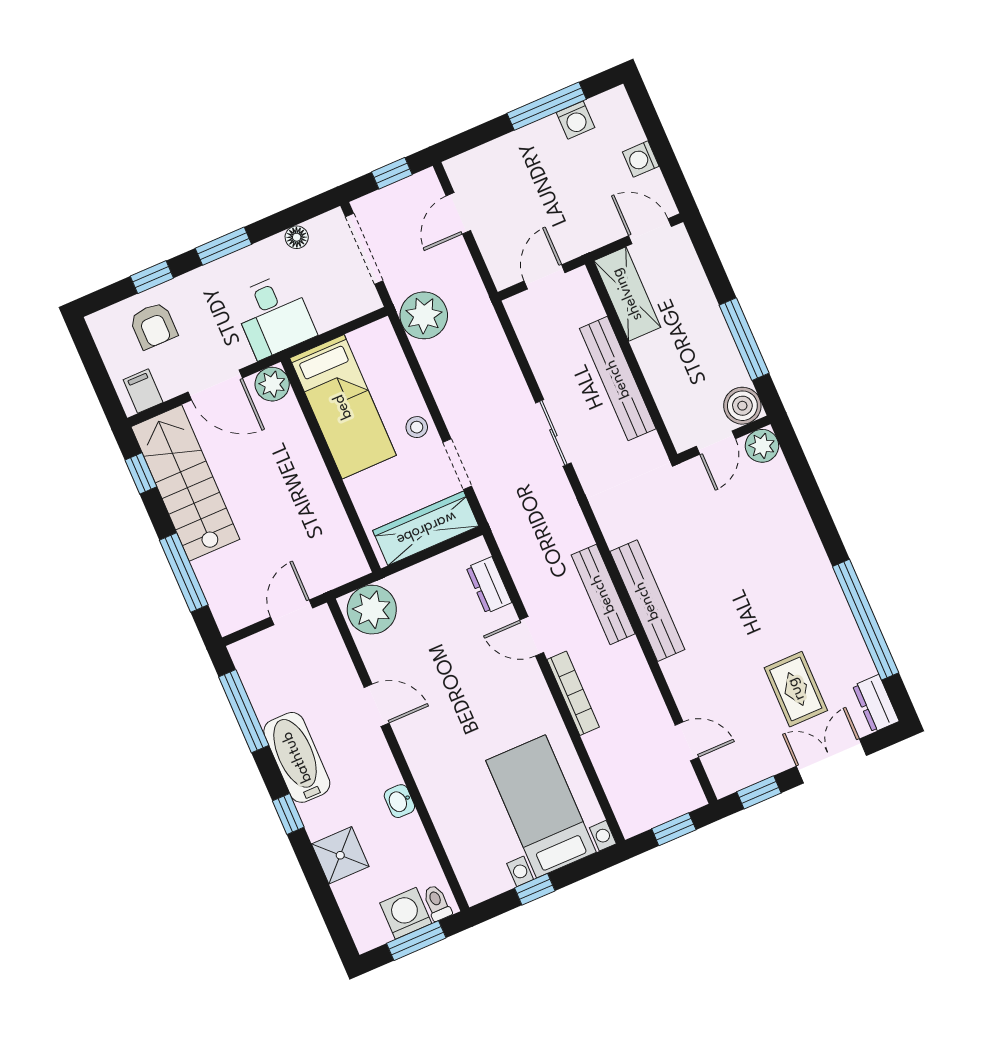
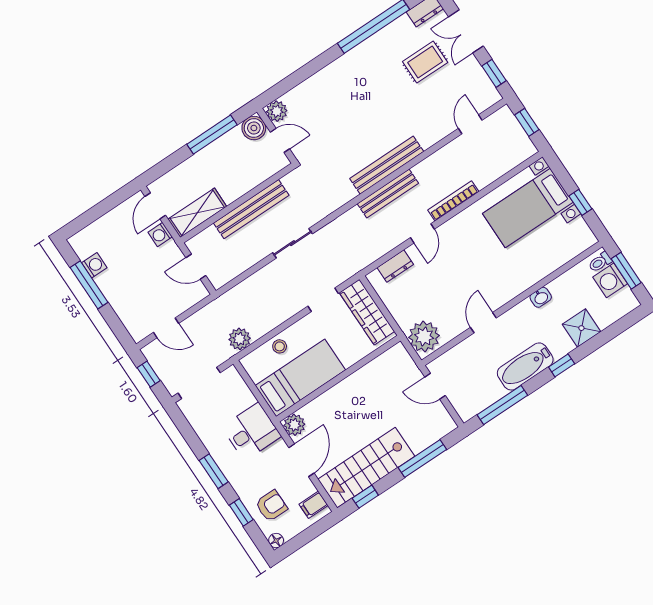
washing machine: (641, 159) -> (160, 235), moved, turned 90
floor lamp: (297, 237) -> (276, 541), moved
plant: (424, 315) -> (240, 339), width x0.73, depth x0.73
stool: (417, 427) -> (280, 346), moved

